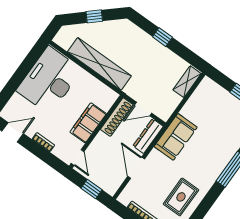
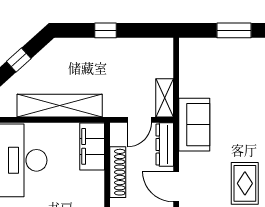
shelving: (187, 82) -> (165, 98), moved
shoe rack: (117, 117) -> (118, 172), moved
filing cabinet: (88, 123) -> (92, 146), moved

